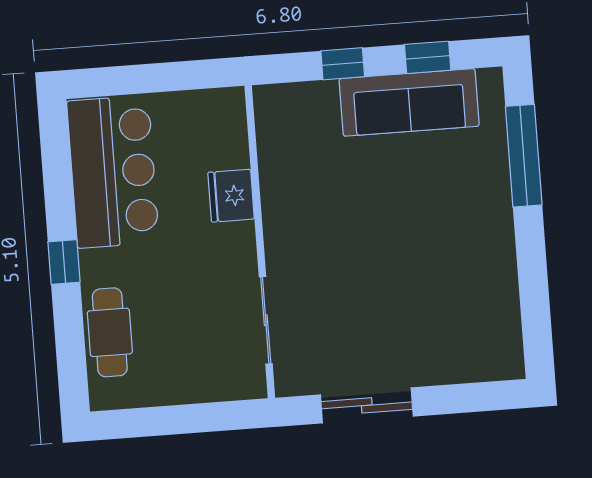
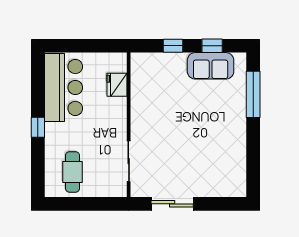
sofa: (409, 102) -> (211, 66), width x0.73
fridge: (231, 196) -> (117, 85), moved
cafe table: (110, 332) -> (72, 172), moved

